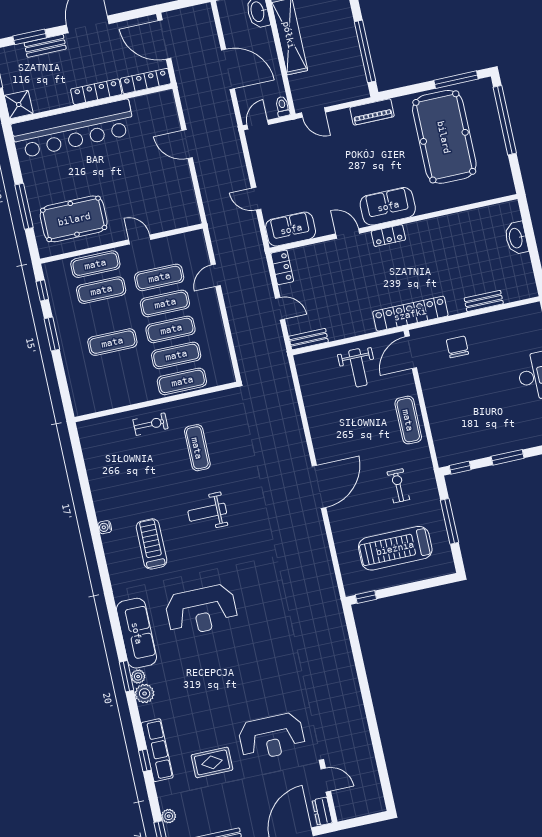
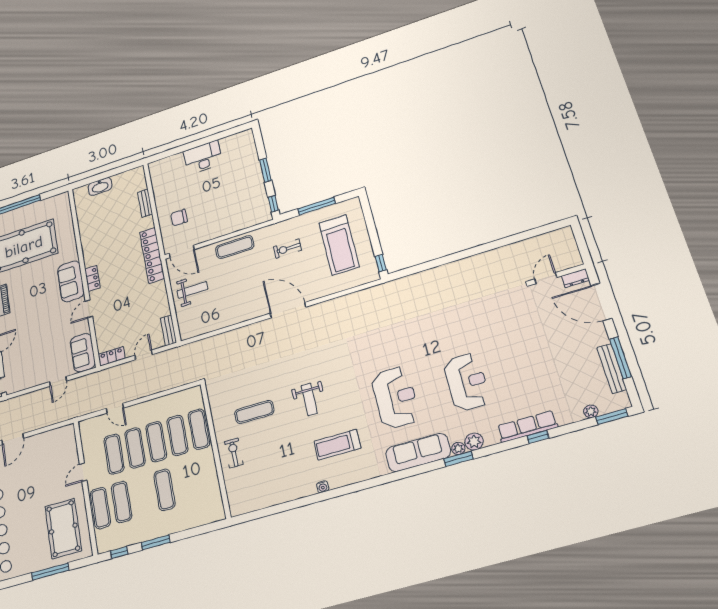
reception desk: (272, 737) -> (467, 382), moved
rug: (212, 762) -> (536, 377), removed

